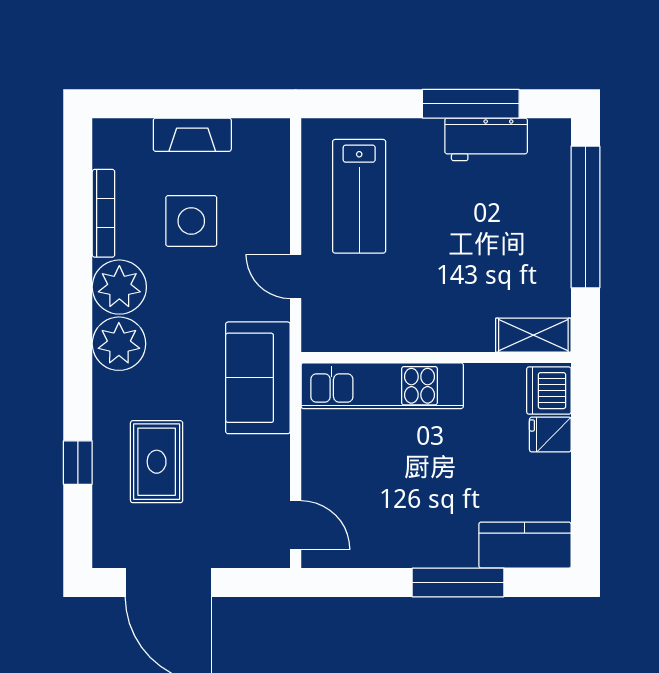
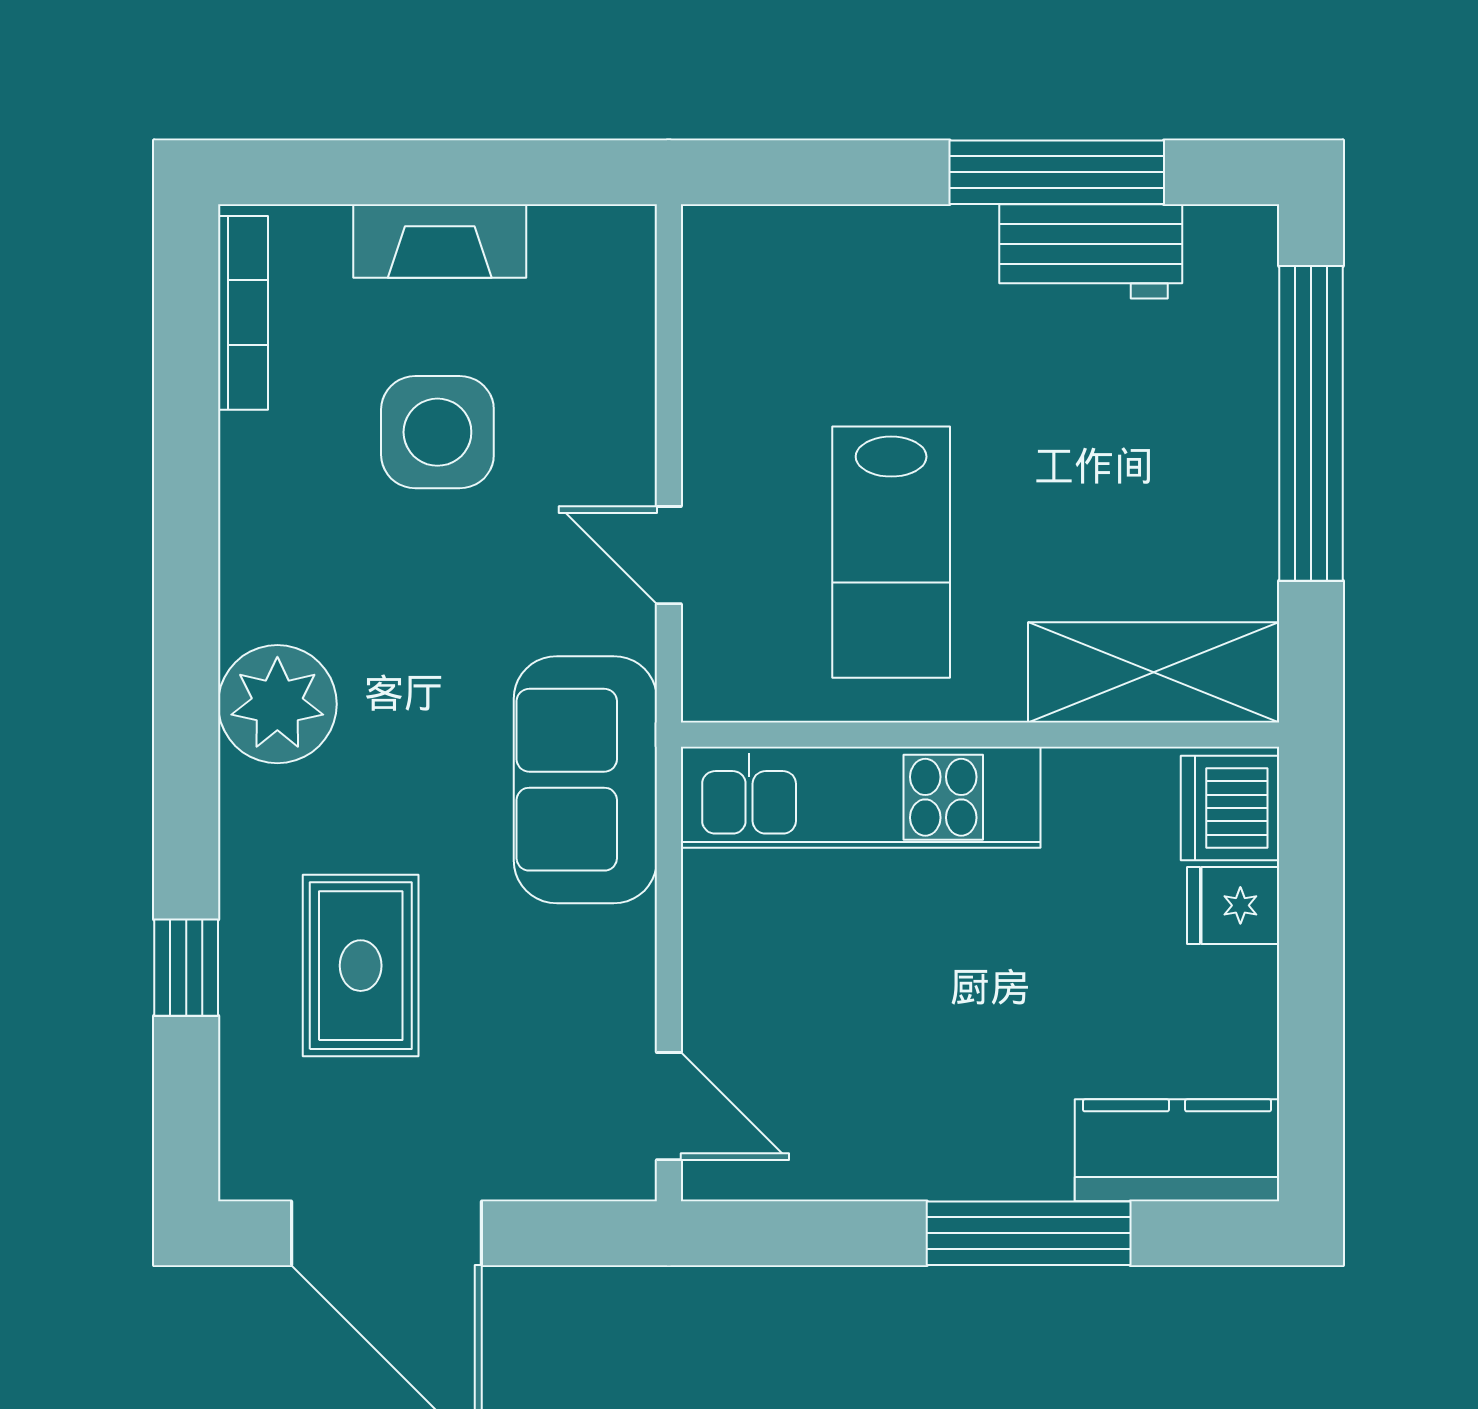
lab bench: (359, 196) -> (891, 552), moved
bookcase: (103, 213) -> (243, 313), moved
plant: (119, 287) -> (278, 579), removed
shelving: (533, 335) -> (1154, 672), width x1.50, depth x1.33

